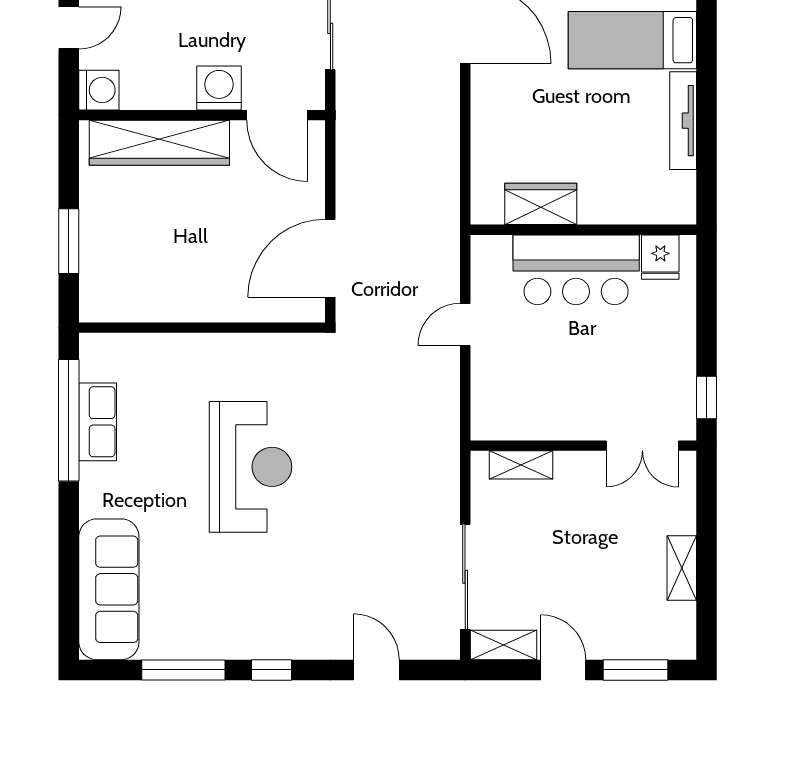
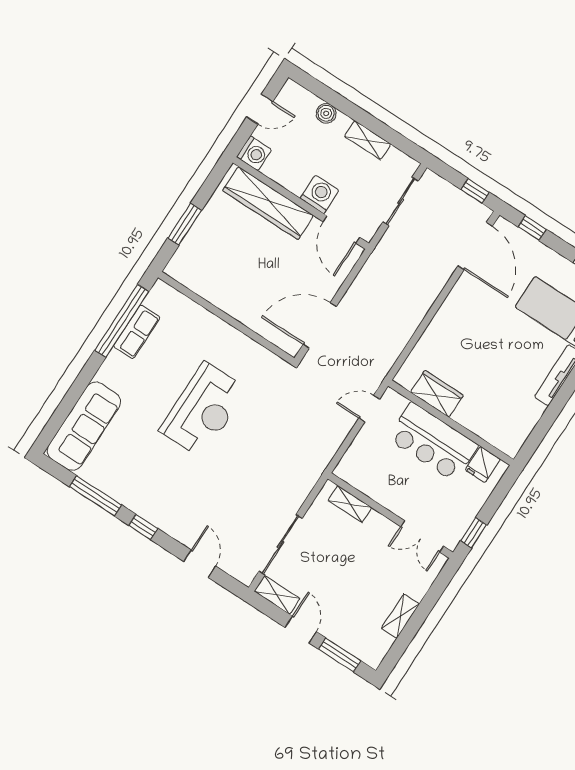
wardrobe: (541, 204) -> (437, 394), moved
wall: (583, 230) -> (451, 423), moved
fridge: (660, 257) -> (483, 465), moved
bar counter: (576, 270) -> (433, 442), moved

